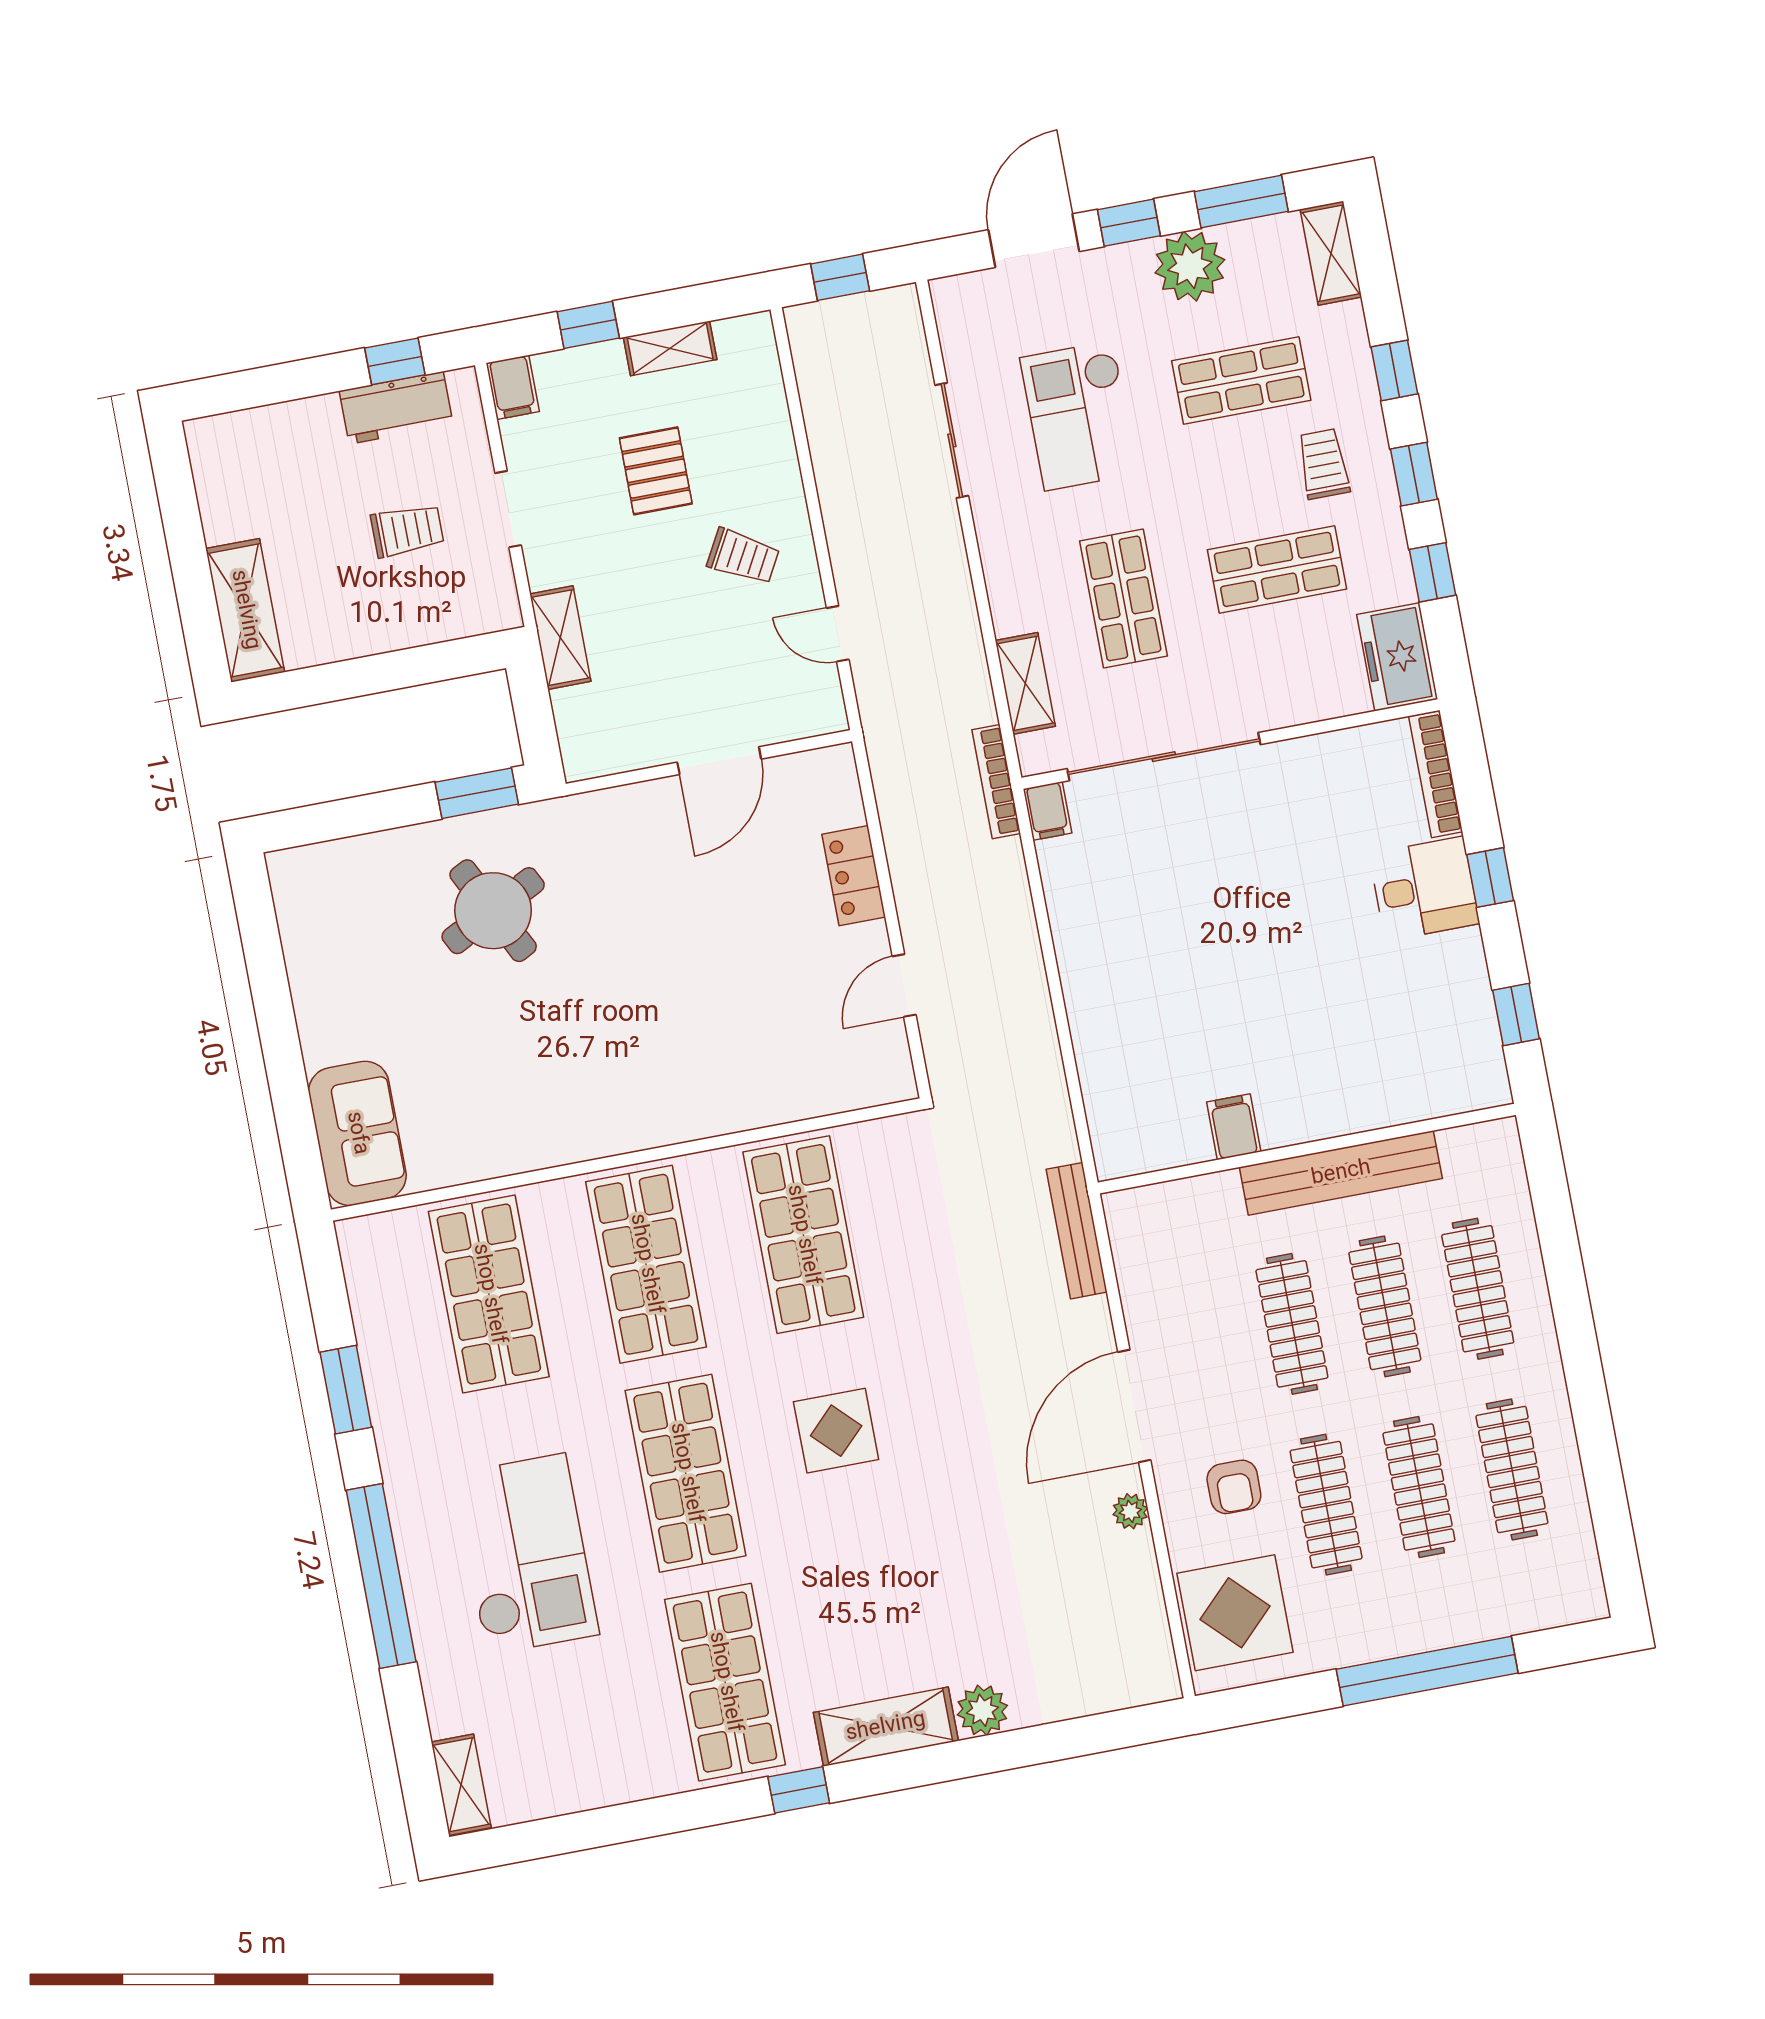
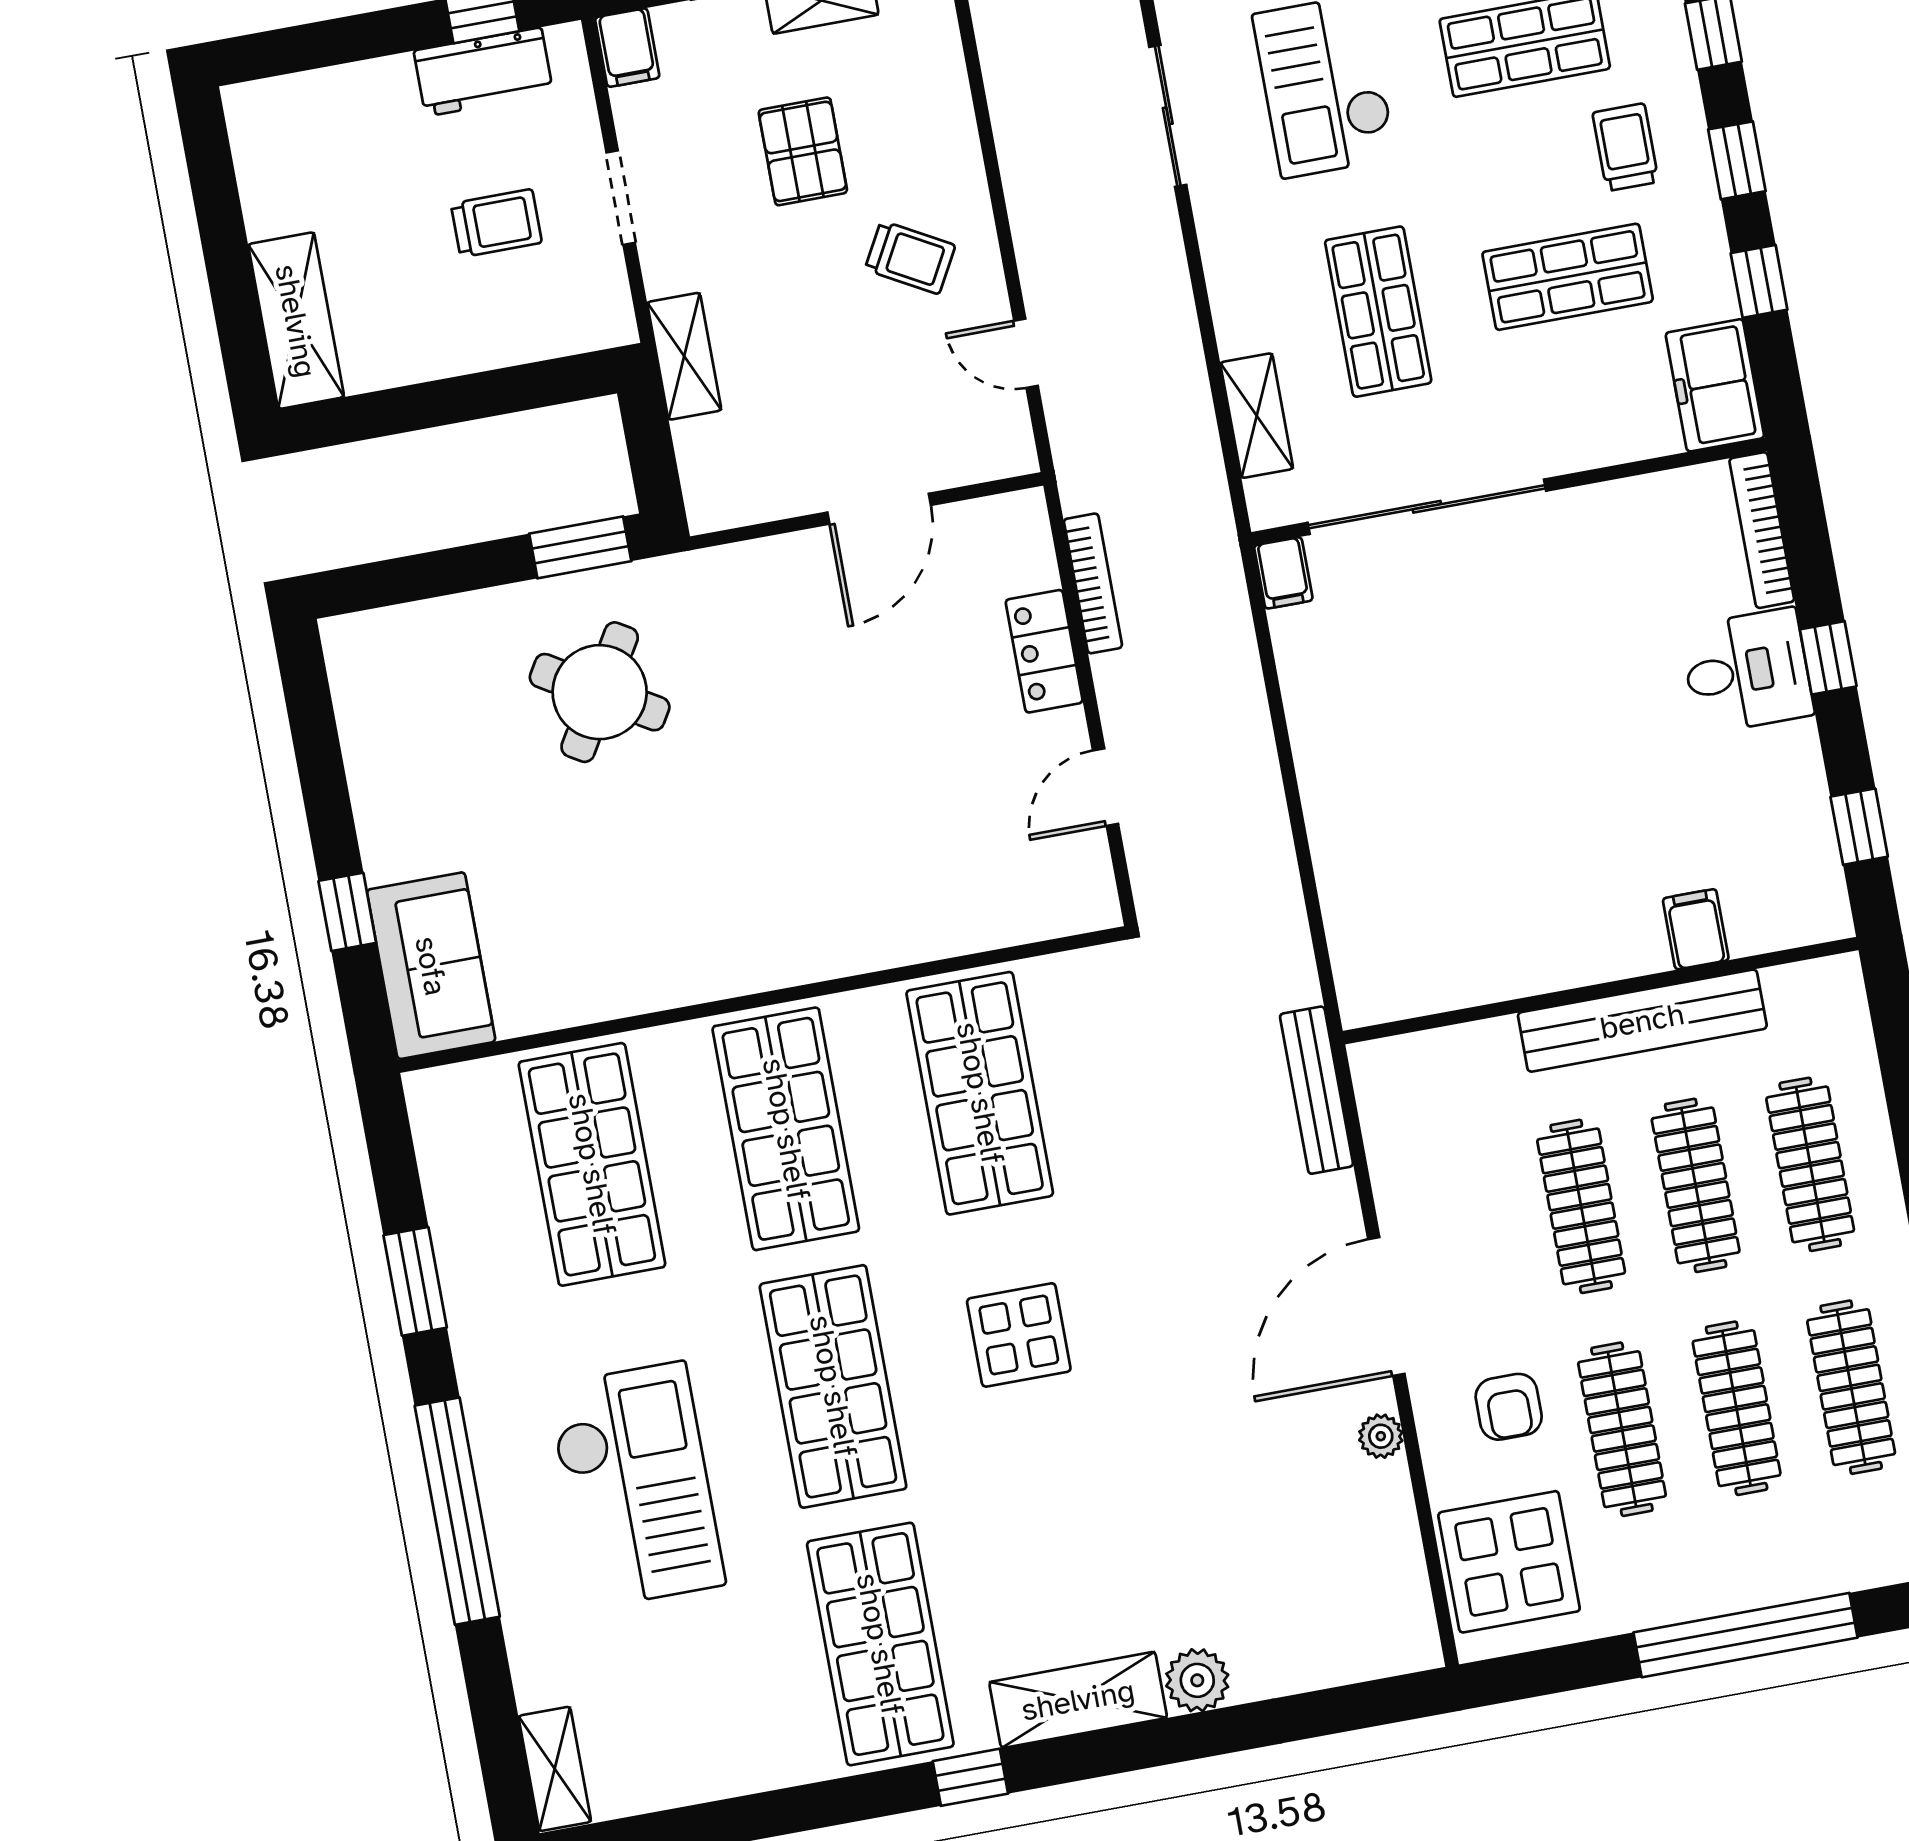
bookcase: (996, 782) -> (1093, 583), moved, turned 180
round table: (493, 911) -> (600, 692), turned -32
window: (289, 1090) -> (347, 912), added
filing cabinet: (1234, 1127) -> (1696, 929), moved

